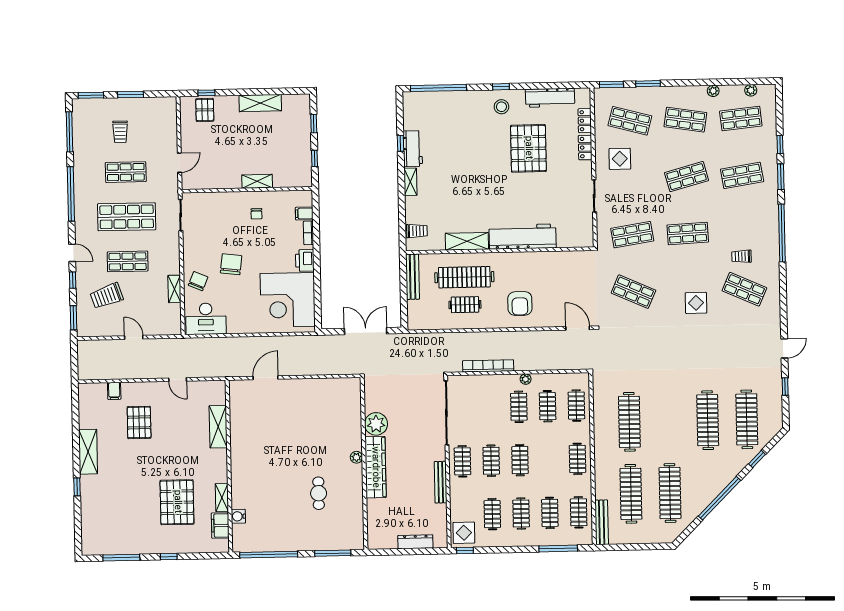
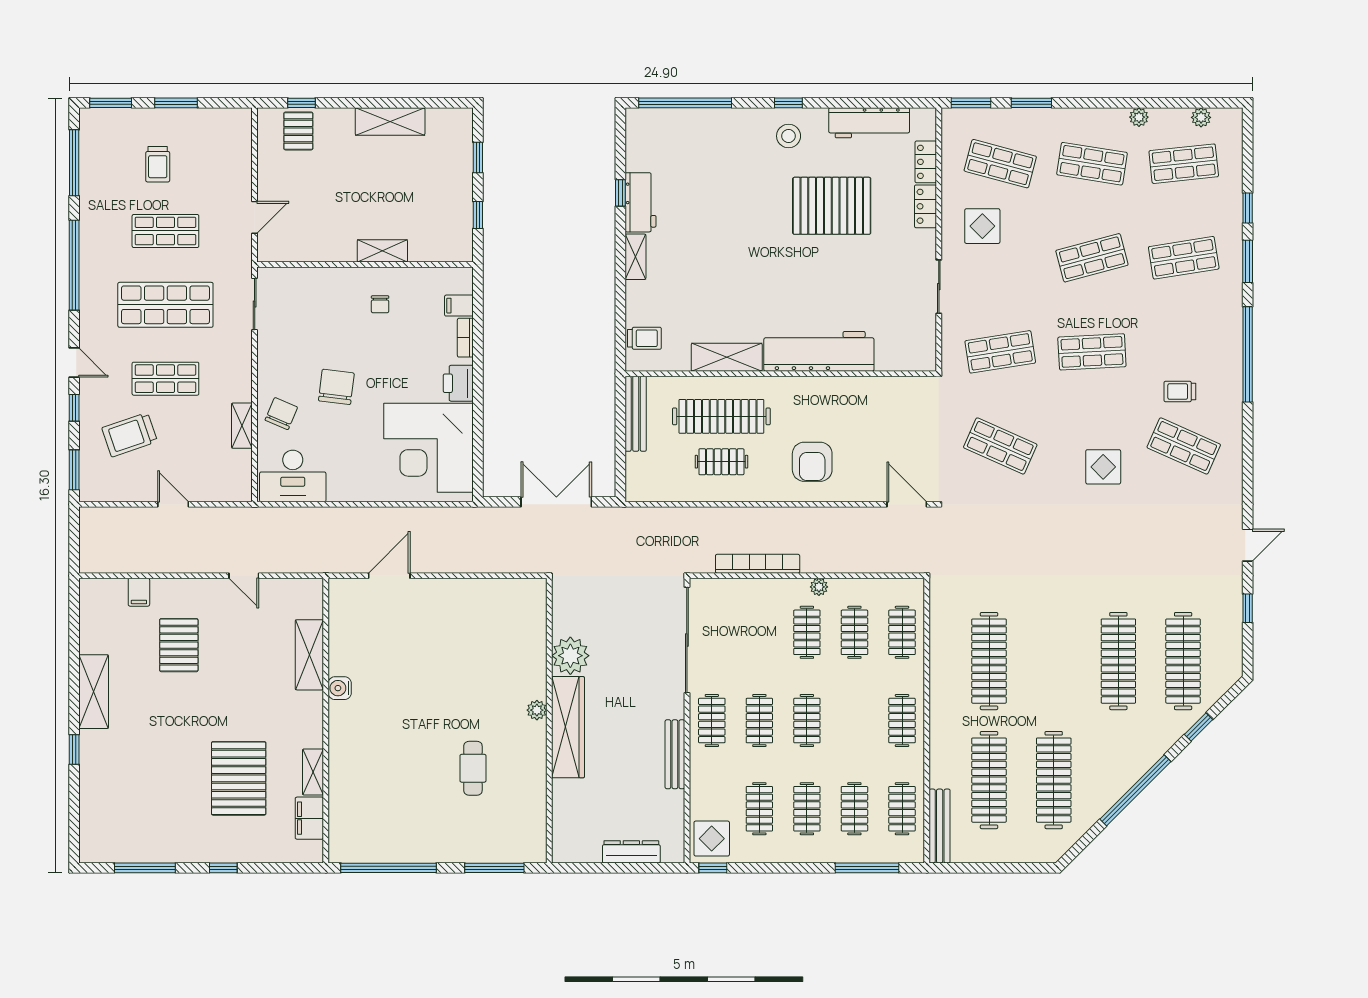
pallet: (528, 148) -> (832, 206), turned 90
water cooler: (238, 516) -> (340, 688), moved

